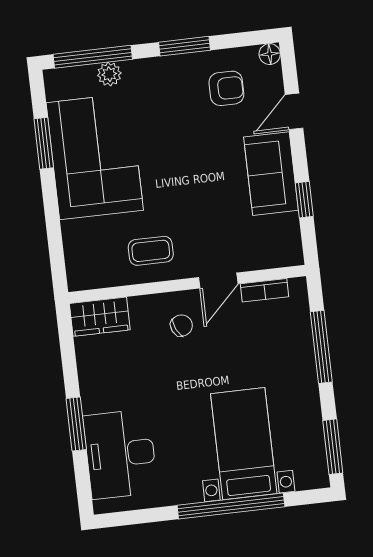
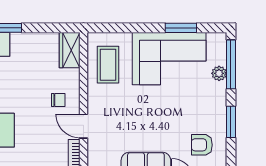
armchair: (226, 88) -> (202, 145), turned 90
coffee table: (151, 251) -> (108, 65), moved, width x1.36, depth x1.30
chair: (181, 325) -> (58, 100), turned -65

